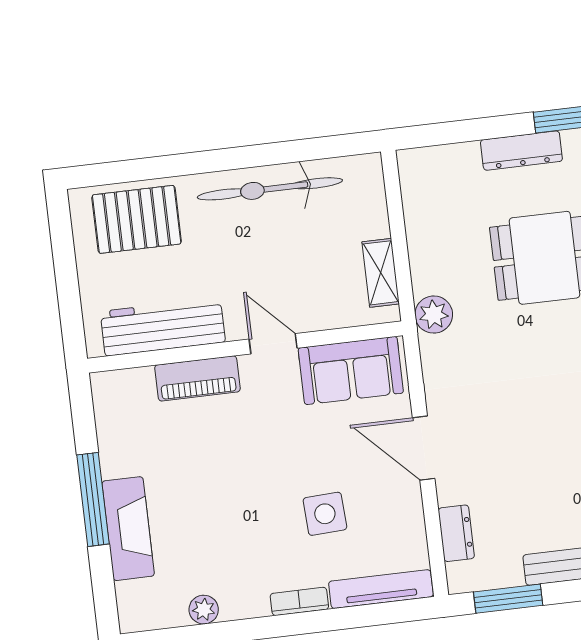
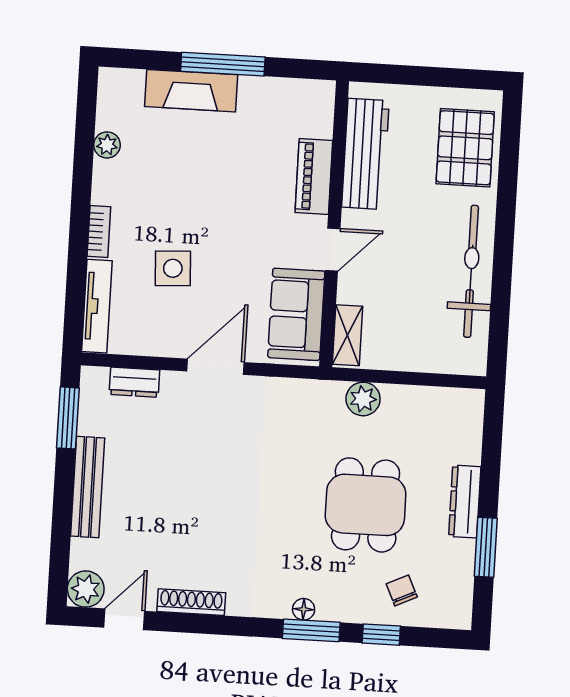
shelving: (381, 273) -> (347, 335), moved, turned 90
plant: (434, 315) -> (363, 399), moved

